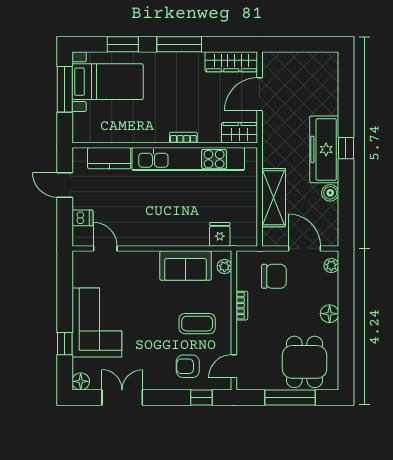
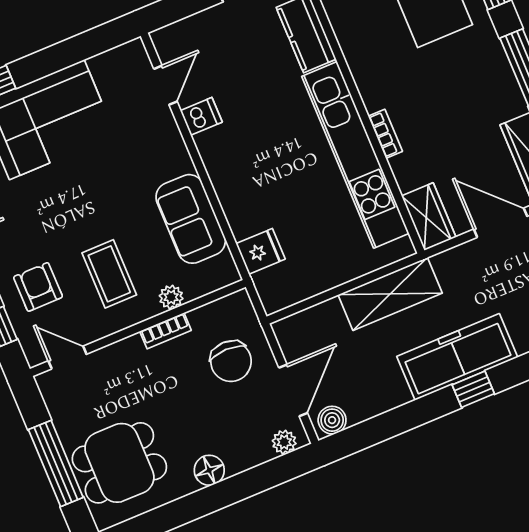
boiler: (330, 193) -> (332, 420), moved
shelving: (274, 198) -> (390, 294), moved
dishwasher: (82, 218) -> (201, 116), moved, turned -90
plant: (224, 267) -> (171, 297), moved

